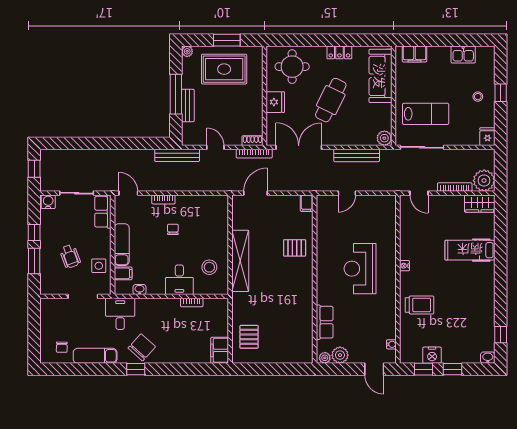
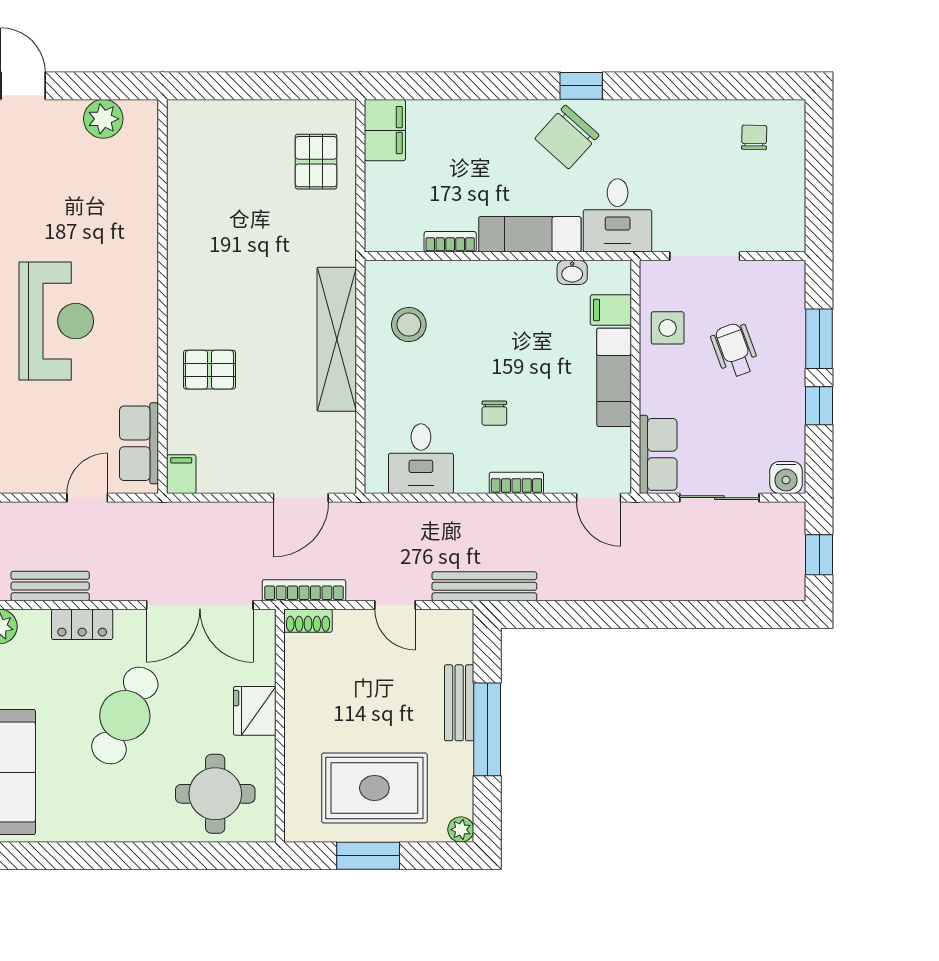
locker: (339, 52) -> (82, 624), moved, turned 180
bench: (357, 155) -> (50, 586), width x0.73
desk: (179, 280) -> (421, 459), moved, turned 180
row of seats: (325, 322) -> (139, 443), moved
exam couch: (95, 356) -> (530, 234), moved, turned 180
plant: (325, 358) -> (139, 112), removed

